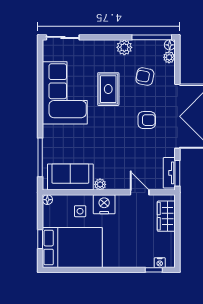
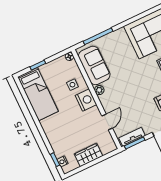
wardrobe: (166, 216) -> (88, 155), moved
bed: (72, 248) -> (38, 94), width x0.67

